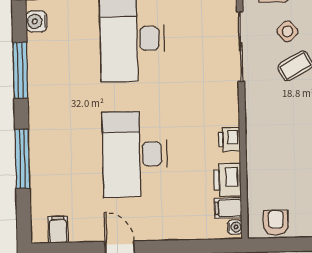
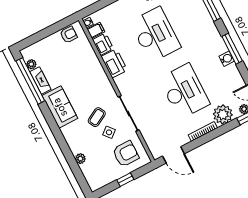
water cooler: (37, 21) -> (227, 59), moved
printer: (229, 140) -> (114, 63), width x1.87, depth x1.48
armchair: (276, 223) -> (69, 35), turned -90

